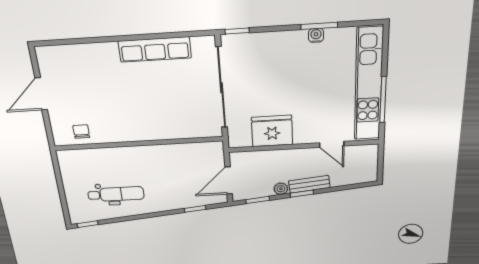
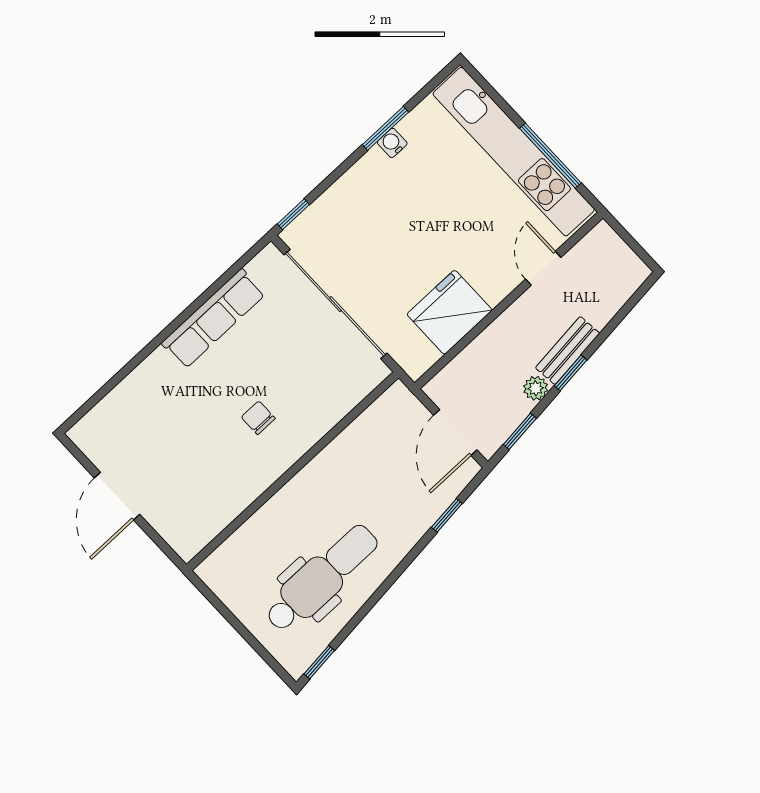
chair: (81, 131) -> (258, 418), moved
door: (332, 144) -> (543, 268), swing flipped
dental chair: (116, 194) -> (321, 578), width x1.36, depth x1.38

